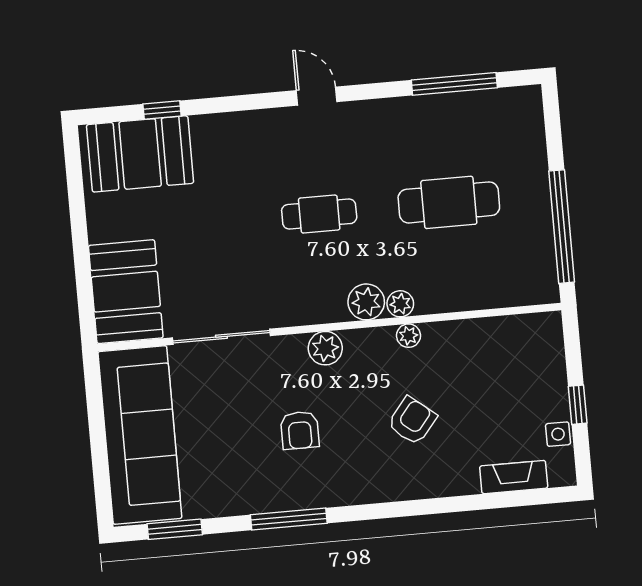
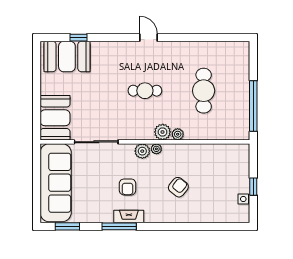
window: (454, 84) -> (211, 38), removed
cafe table: (449, 202) -> (204, 91), turned 90
plant: (408, 336) -> (156, 149), moved
fireplace: (514, 477) -> (129, 217), moved

